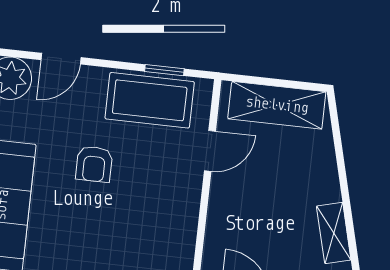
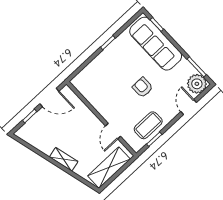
coffee table: (150, 100) -> (148, 125), width x0.73, depth x0.76
shelving: (334, 233) -> (64, 159), moved

